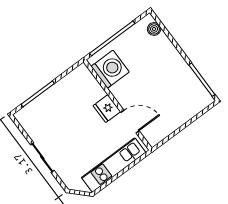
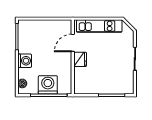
washing machine: (171, 58) -> (25, 61), added
washing machine: (110, 69) -> (48, 85), moved, turned 90
door: (130, 122) -> (73, 43), hinge flipped

